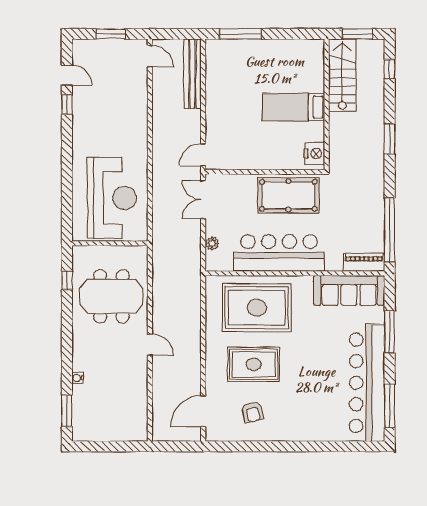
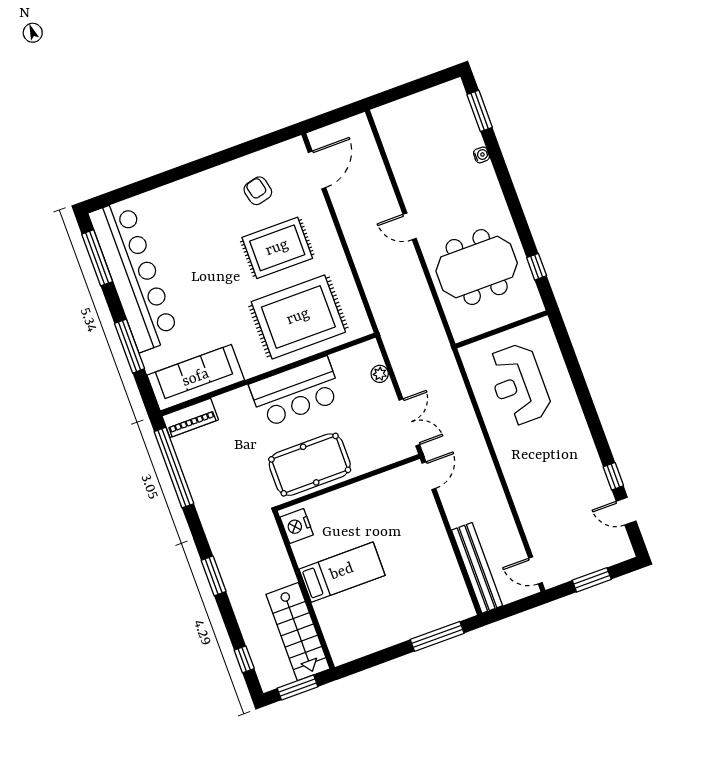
reception desk: (112, 198) -> (519, 384), width x0.74, depth x0.77
bar counter: (279, 253) -> (296, 392), width x0.73

